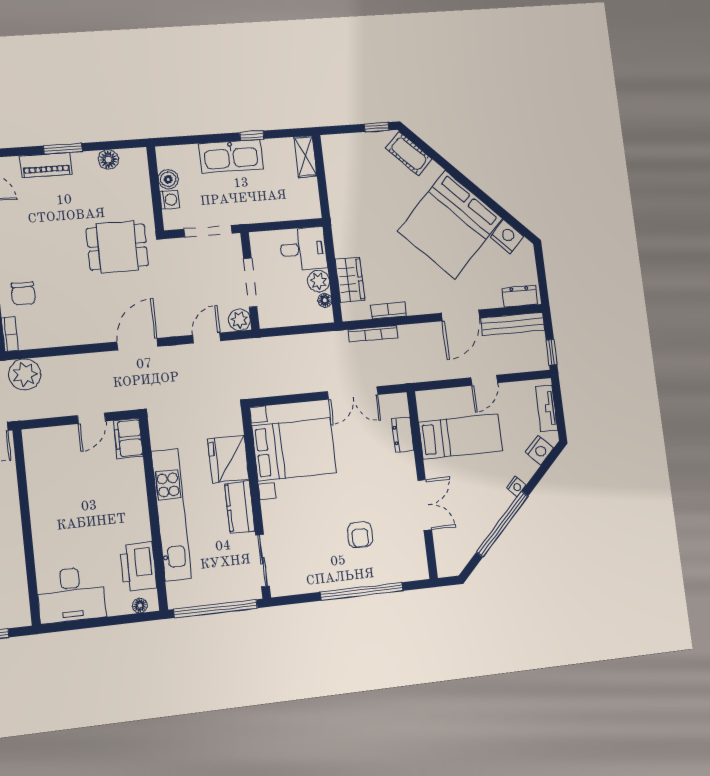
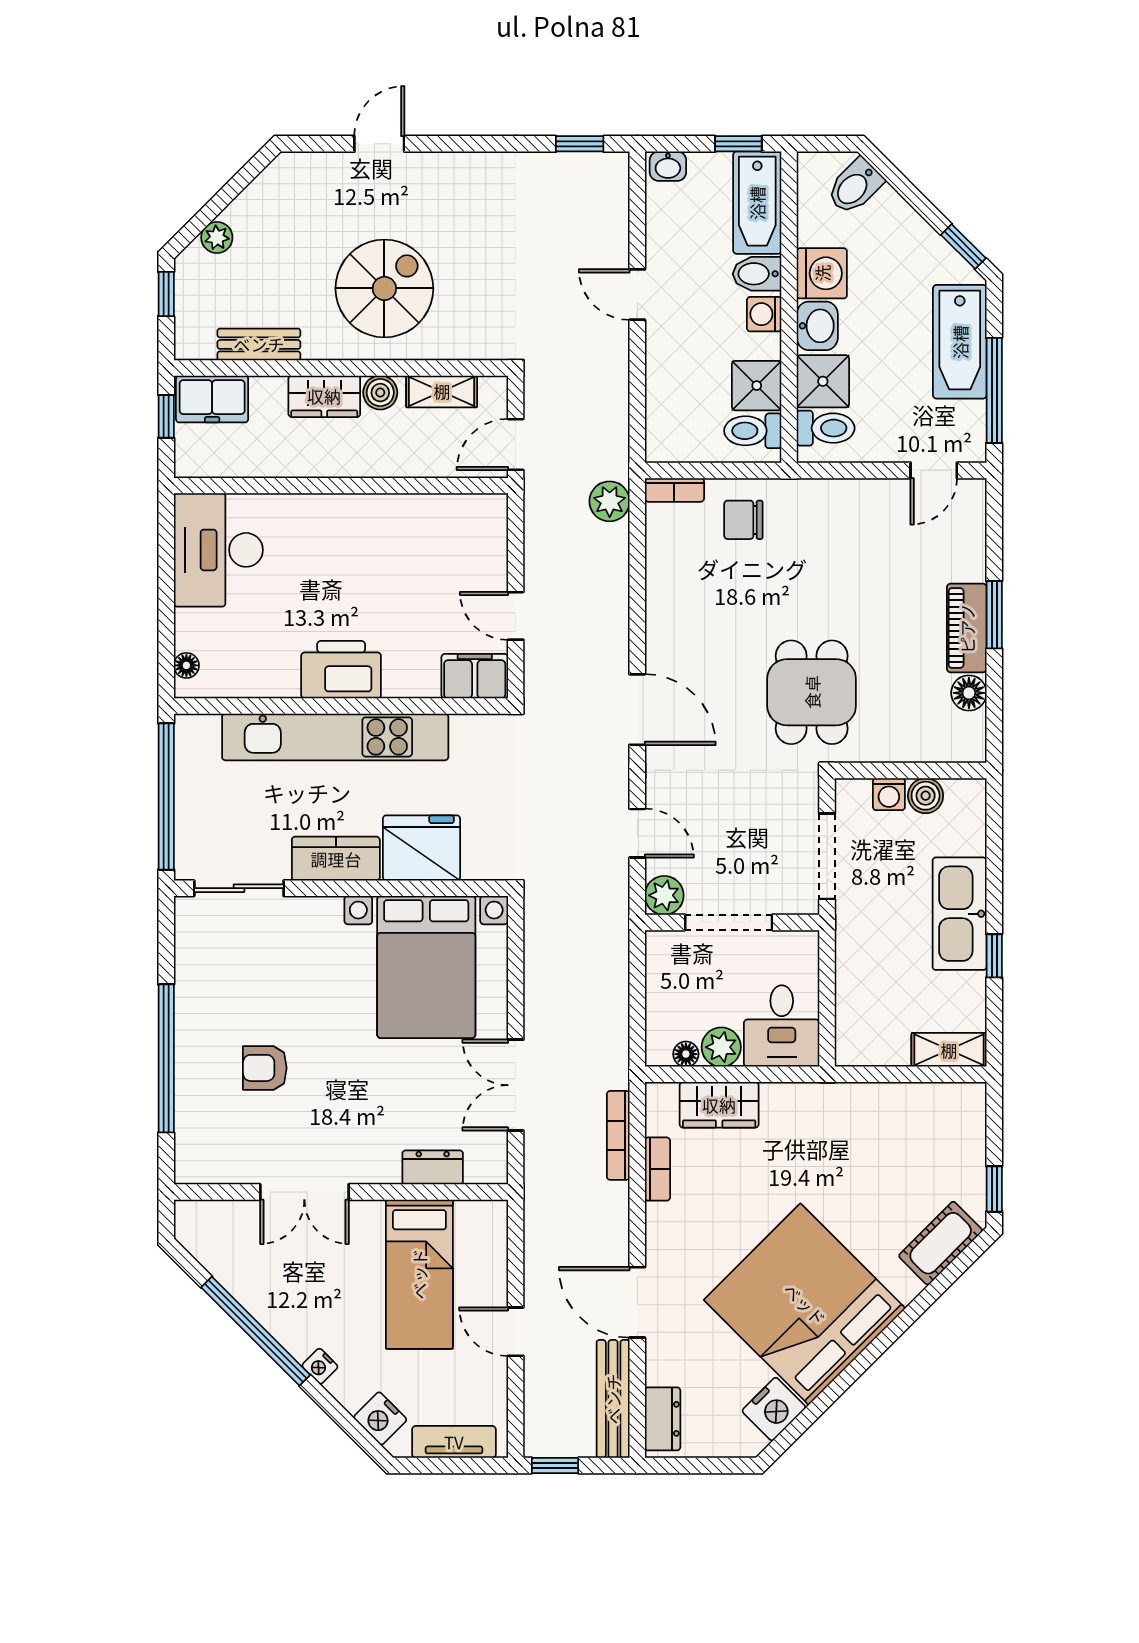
piano: (46, 165) -> (967, 628), moved
plant: (25, 374) -> (610, 501), width x0.73, depth x0.73
printer: (138, 566) -> (341, 670), moved

